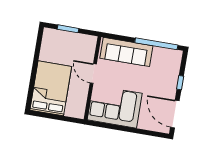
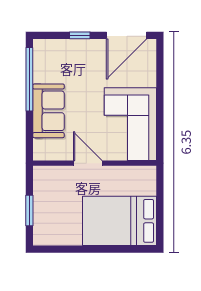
sofa: (126, 52) -> (48, 111), width x0.73
door: (93, 74) -> (88, 163), swing flipped

